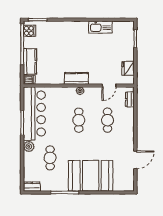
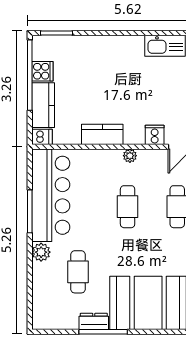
cooker: (30, 31) -> (42, 71), moved
kitchen counter: (76, 78) -> (102, 134), moved
cooker: (94, 79) -> (155, 135), added
dresser: (32, 187) -> (94, 321), moved

